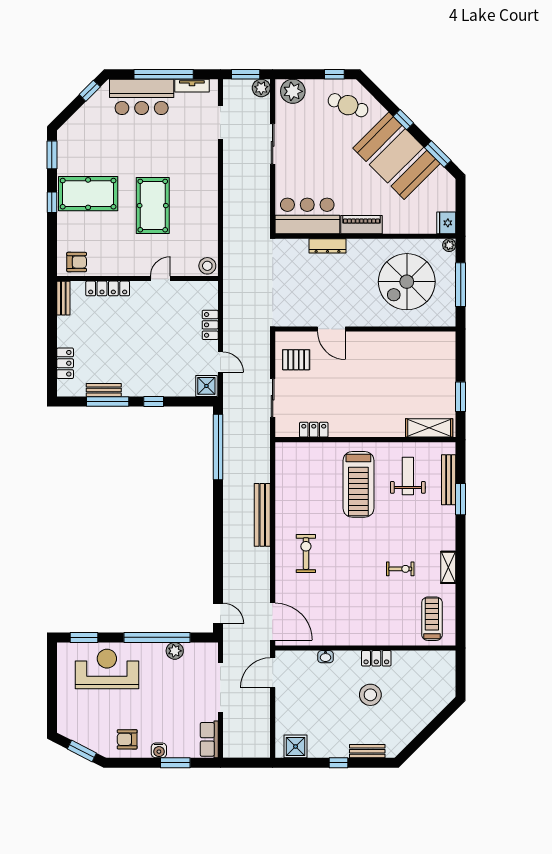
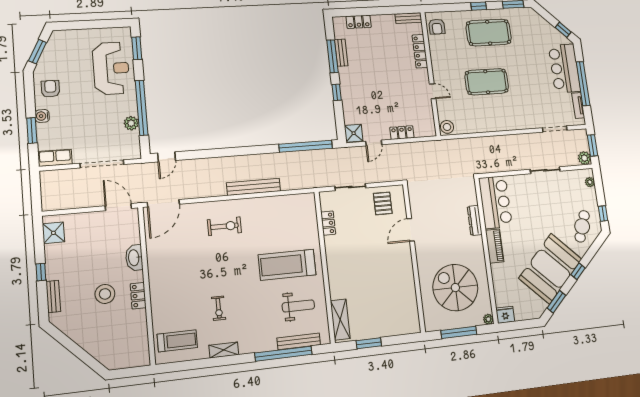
plant: (293, 91) -> (590, 182), width x0.53, depth x0.53
pool table: (88, 194) -> (489, 33), turned 90
window: (461, 499) -> (283, 354), width x2.11
washbasin: (326, 657) -> (134, 258), width x1.91, depth x1.45

